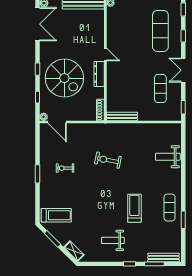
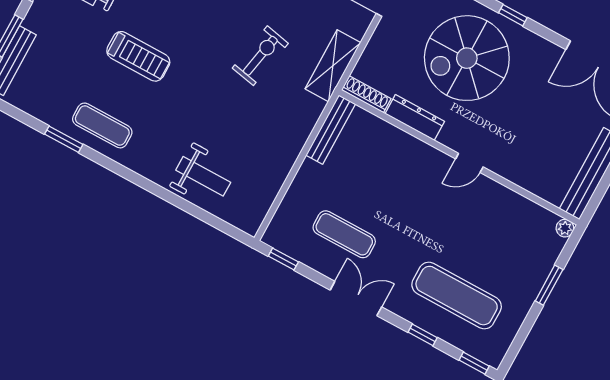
dresser: (99, 74) -> (415, 118), moved
shelving: (96, 129) -> (333, 66), added
weight bench: (168, 157) -> (203, 176), turned 90

